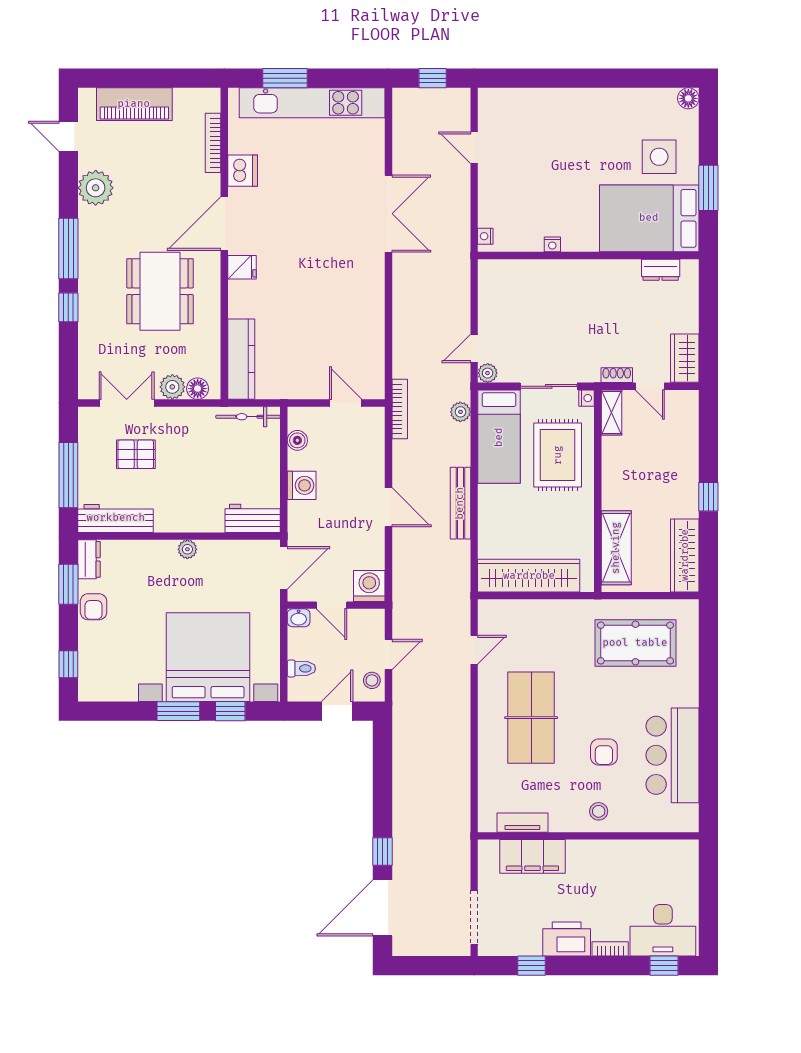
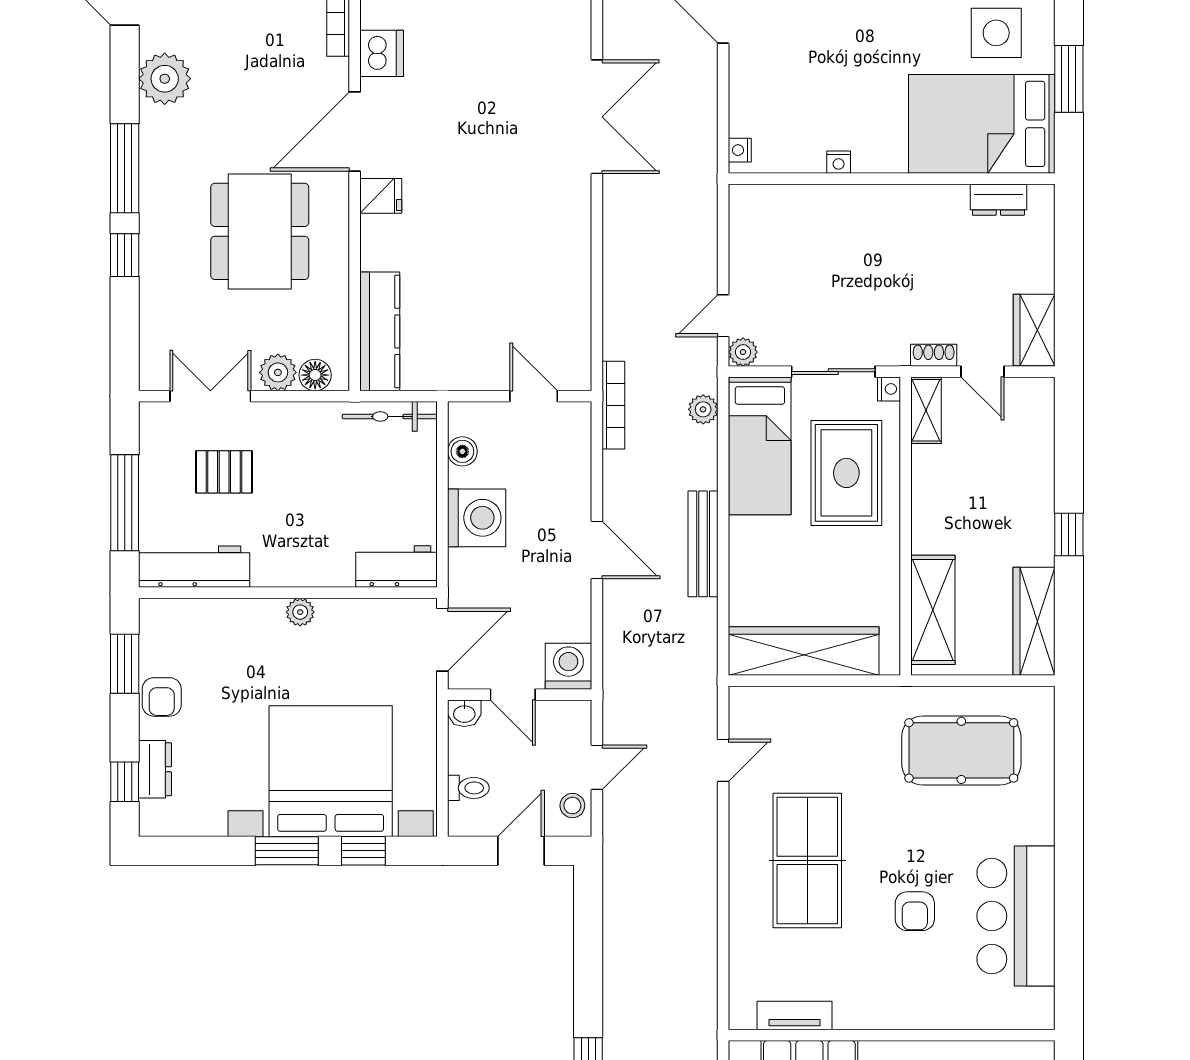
washing machine: (302, 485) -> (477, 518), width x1.37, depth x1.37
dresser: (89, 559) -> (155, 769), moved
stool: (599, 811) -> (907, 999), removed

